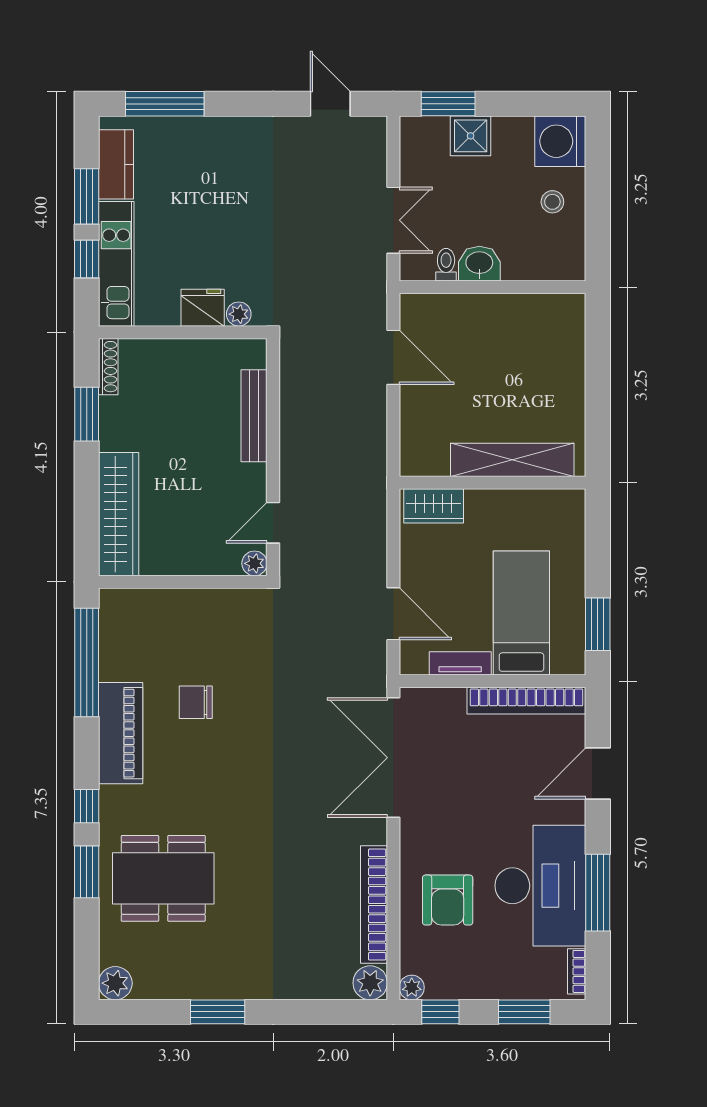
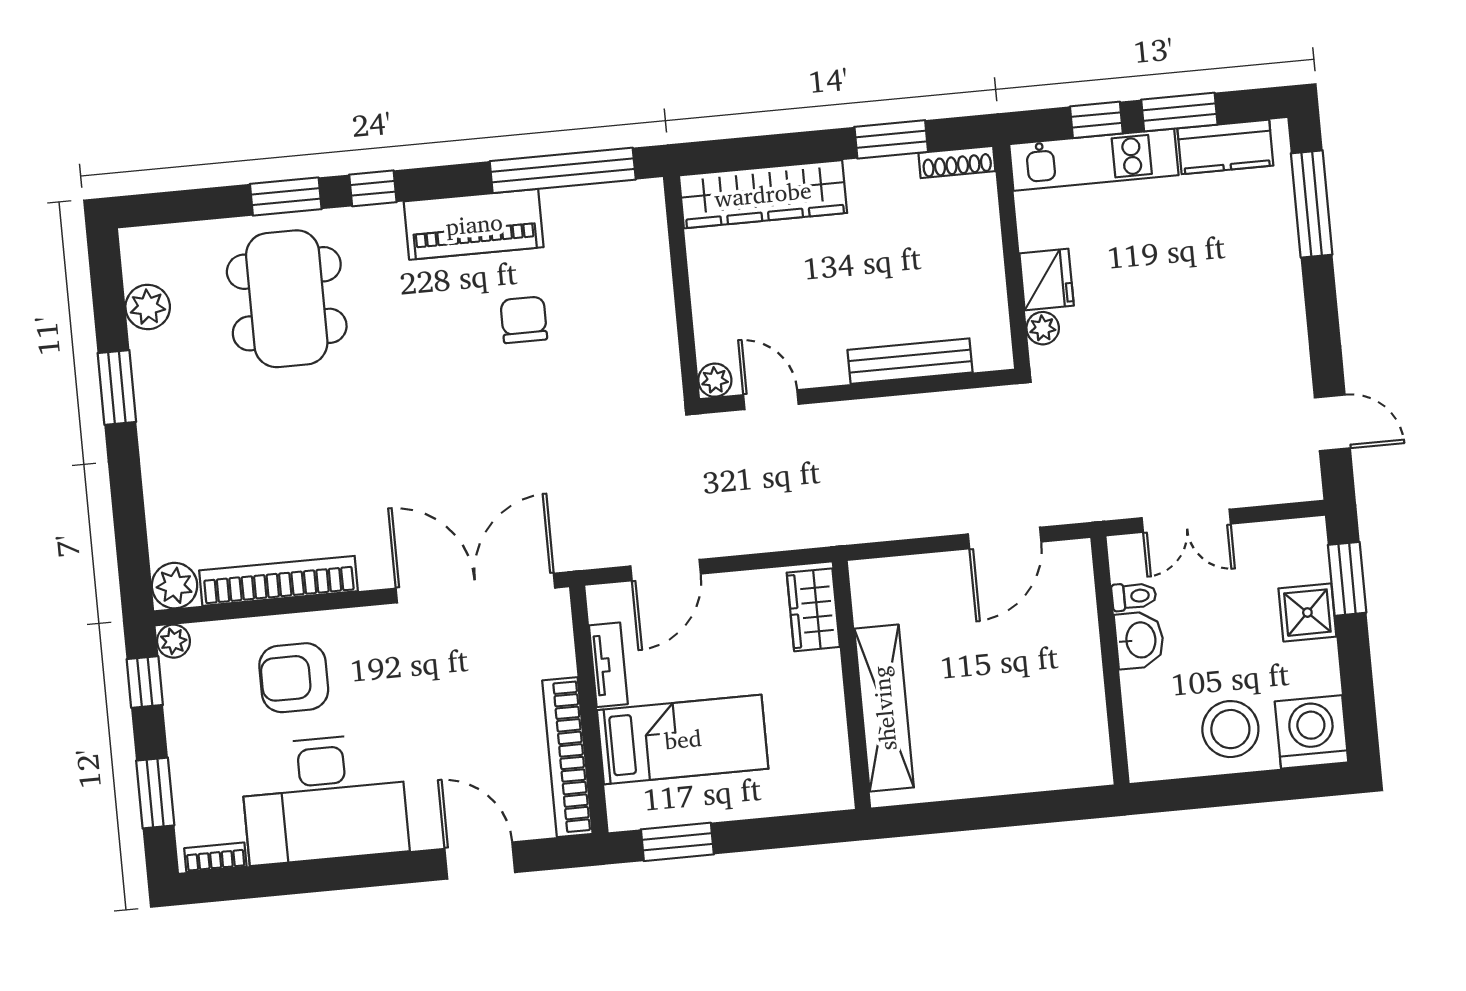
door: (330, 104) -> (1332, 423), hinge flipped
stool: (552, 202) -> (1230, 729), width x1.89, depth x1.89
window: (598, 893) -> (322, 875), removed
plant: (115, 983) -> (148, 307), moved

